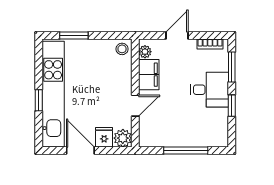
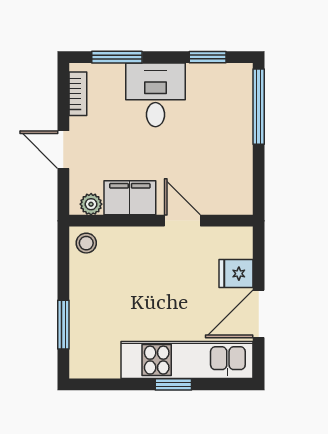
kitchen unit: (53, 94) -> (187, 360), width x0.73
window: (232, 106) -> (208, 57), moved
plant: (123, 138) -> (238, 242), removed
window: (186, 151) -> (259, 107), moved

